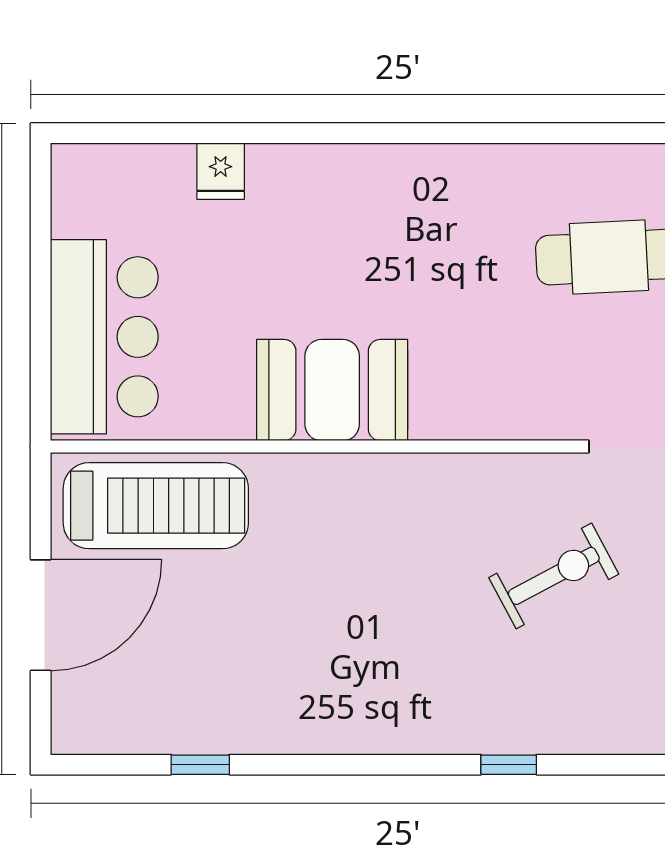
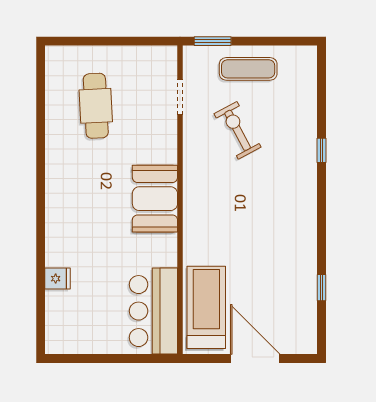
bar counter: (104, 337) -> (153, 311), moved, turned -90
booth: (332, 390) -> (155, 199), moved

